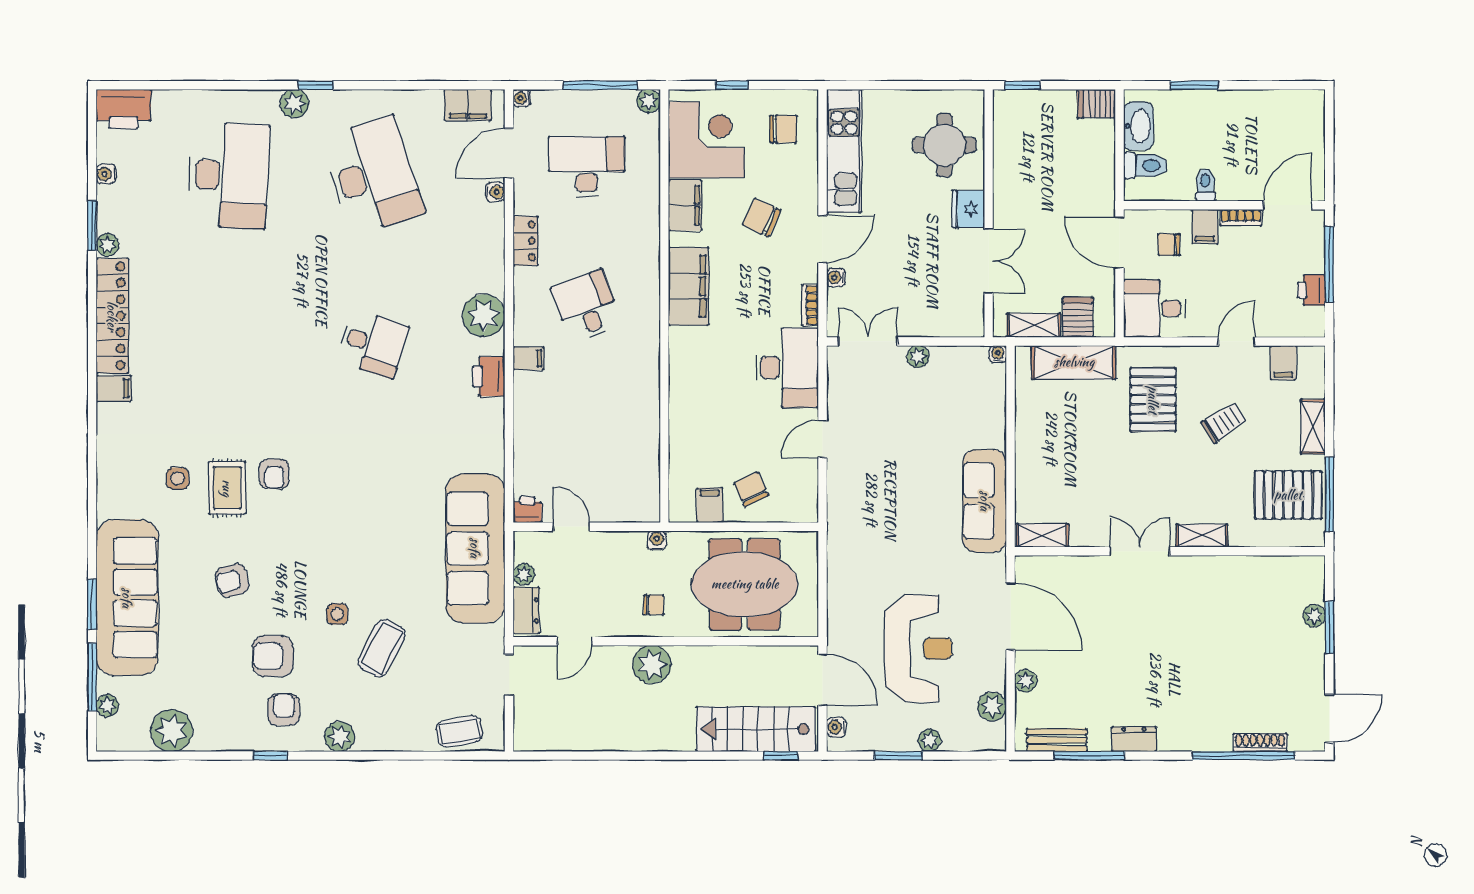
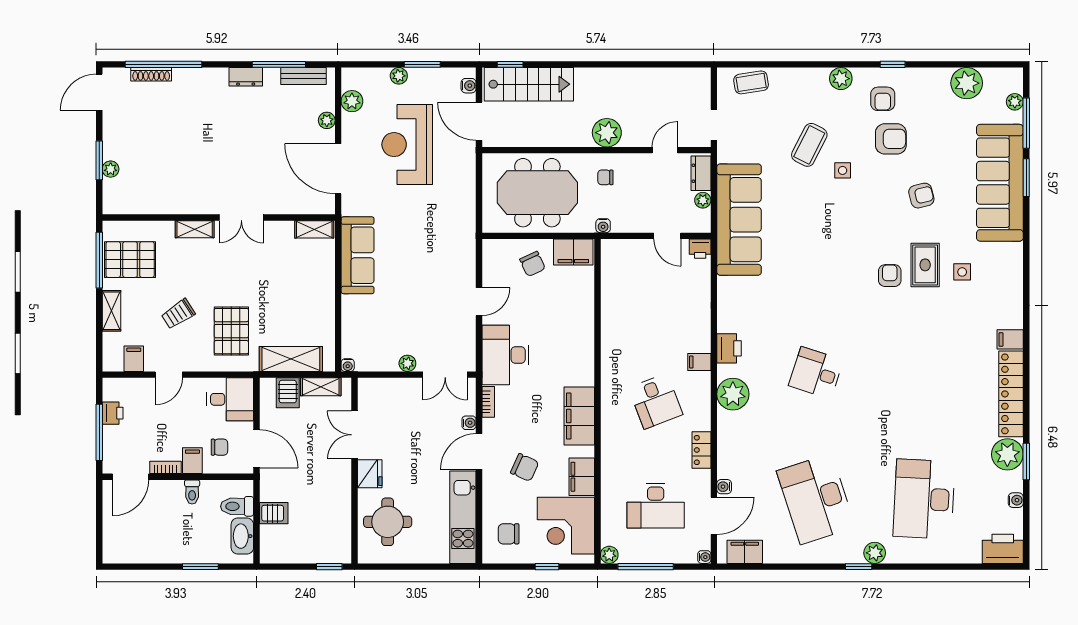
server rack: (1096, 104) -> (274, 513), moved
plant: (107, 245) -> (1007, 454), width x1.87, depth x1.87
filing cabinet: (710, 505) -> (573, 252), width x2.00

